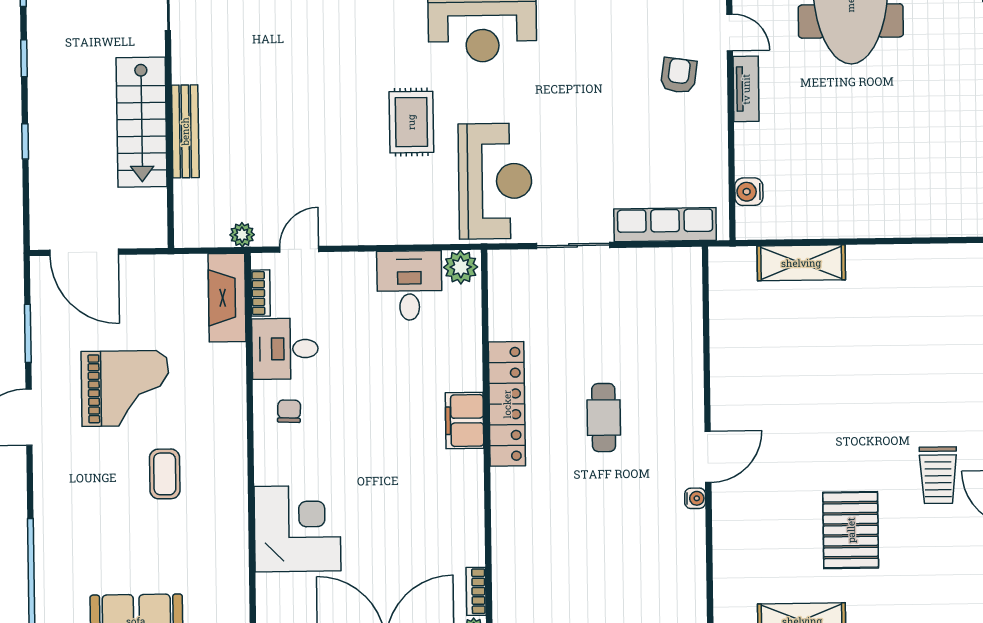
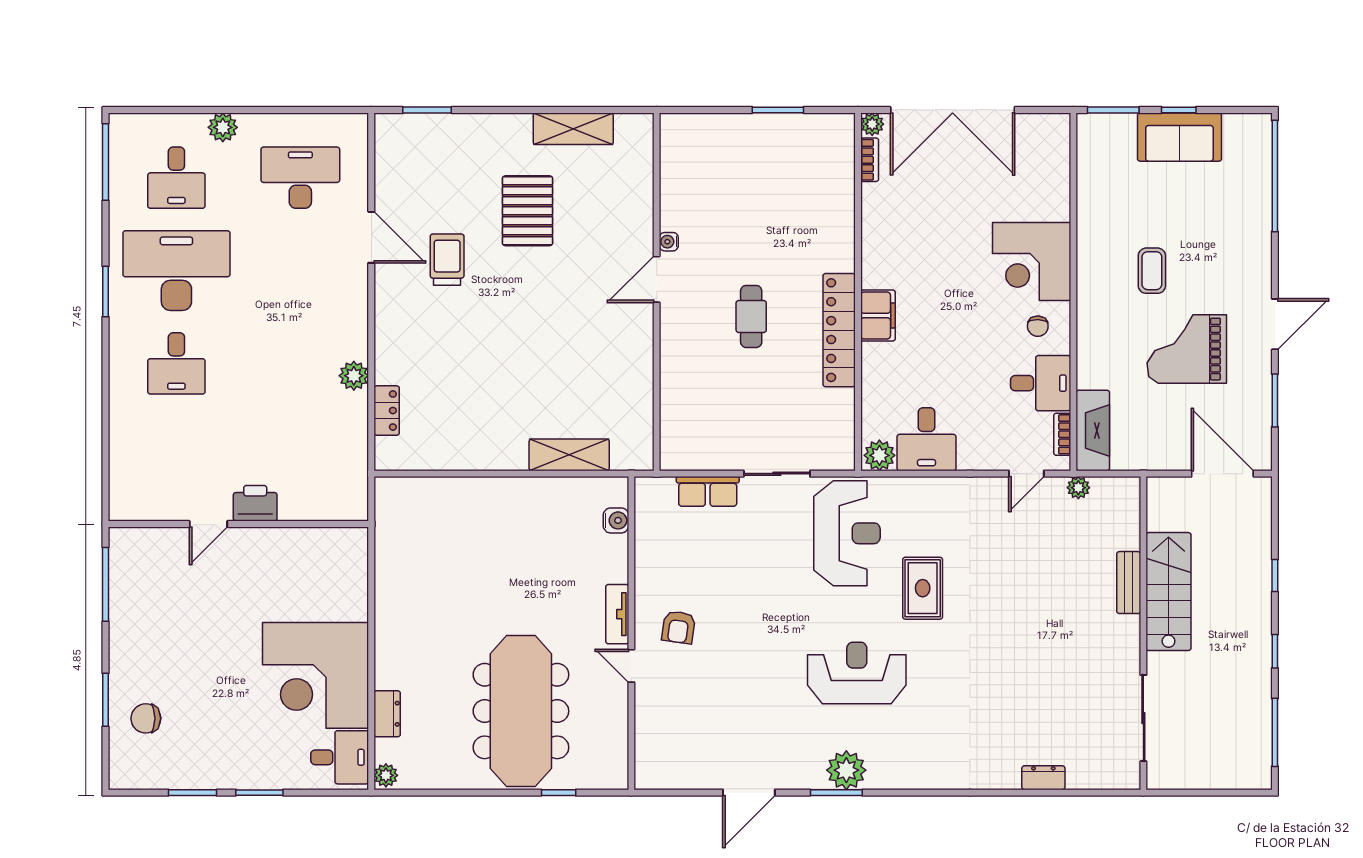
bench: (185, 131) -> (1129, 583), width x0.73
reception desk: (495, 181) -> (847, 533), turned 180
row of seats: (665, 225) -> (708, 491), width x0.68
corner desk: (297, 529) -> (1032, 262), moved

